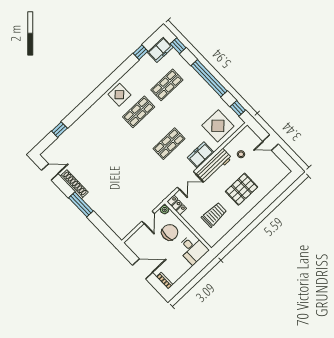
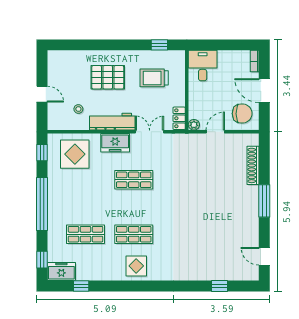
shoe rack: (74, 184) -> (253, 165), moved
chair: (170, 232) -> (242, 114), moved, turned 180
window: (229, 237) -> (159, 45), added

